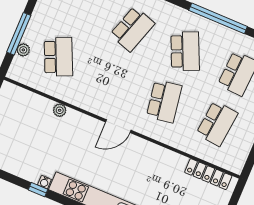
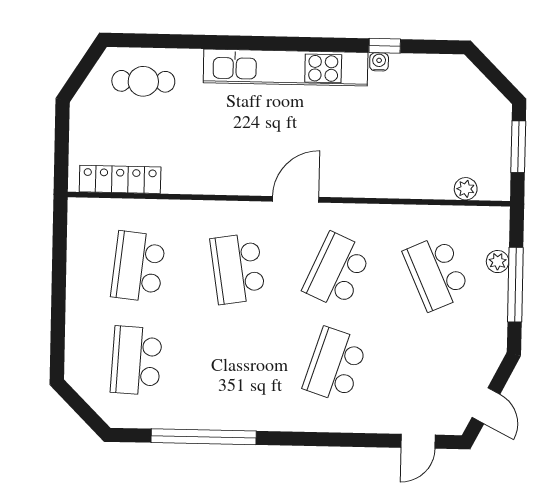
school desk: (185, 51) -> (337, 271), moved, turned 48
plant: (60, 110) -> (466, 189), moved

